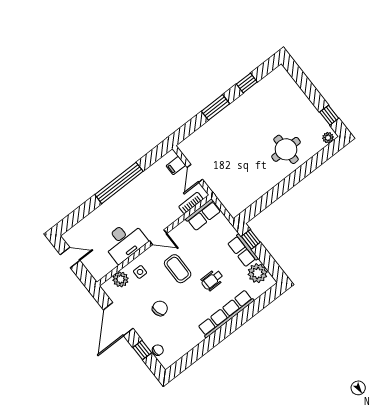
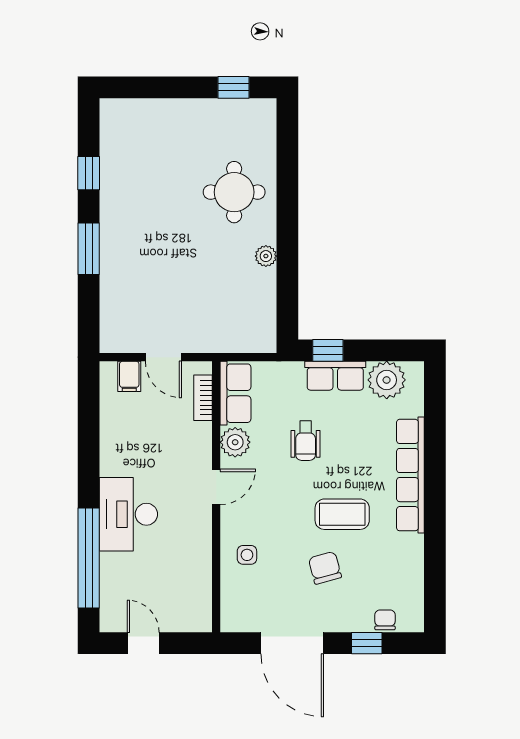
plant: (328, 138) -> (266, 256), moved
window: (119, 183) -> (89, 558), moved
desk: (125, 241) -> (128, 514), moved, turned 180
door: (70, 258) -> (143, 643), hinge flipped
coffee table: (178, 269) -> (342, 514), moved
plant: (121, 279) -> (235, 442), moved
wheelchair: (212, 280) -> (306, 441), moved

